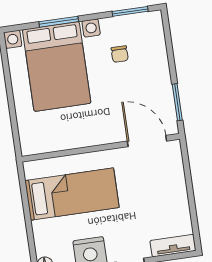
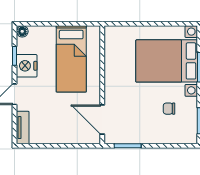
door: (147, 141) -> (102, 120), swing flipped

